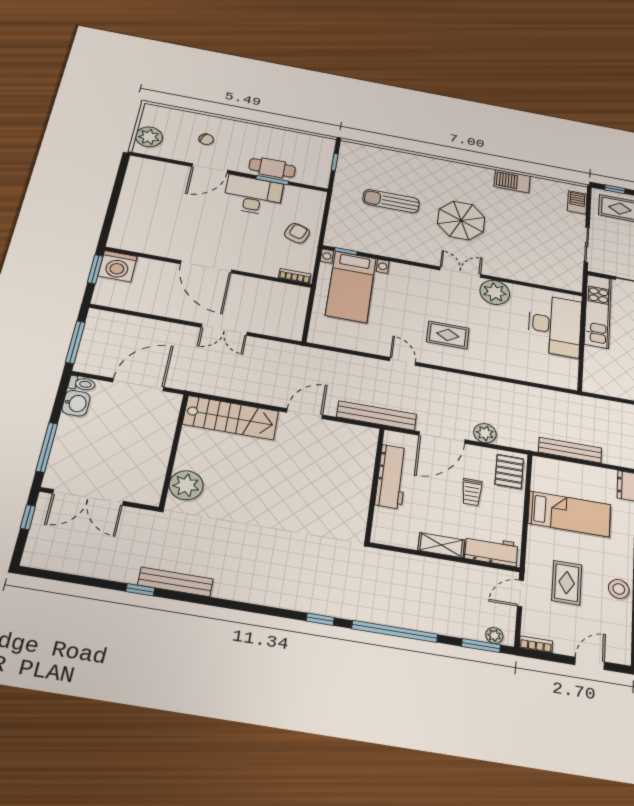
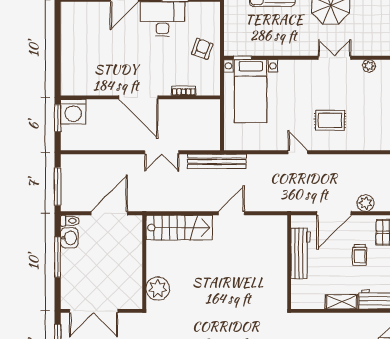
bookcase: (295, 276) -> (184, 91), moved
plant: (495, 292) -> (369, 66), width x0.53, depth x0.53
bench: (377, 416) -> (217, 161), moved
window: (47, 447) -> (58, 257), moved

